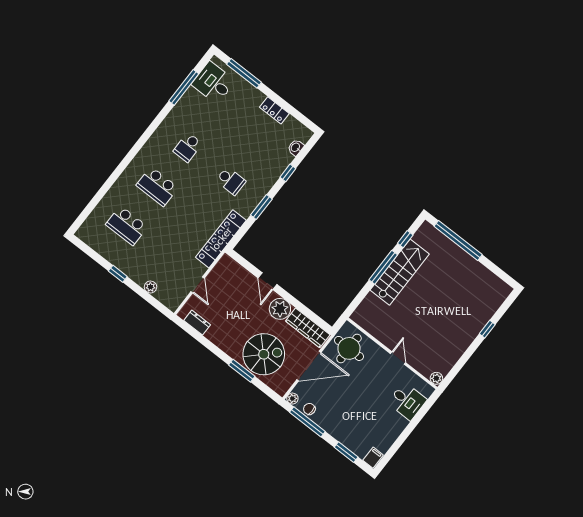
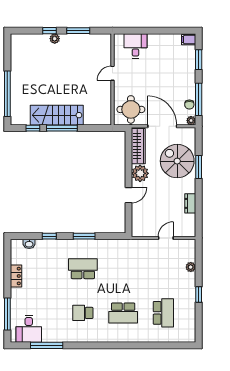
school desk: (188, 147) -> (83, 313), turned 180
school desk: (231, 181) -> (83, 269), width x1.85
school desk: (157, 186) -> (123, 313), turned 90
locker: (221, 239) -> (125, 246), removed
dresser: (197, 323) -> (190, 203), moved
window: (465, 357) -> (78, 31), added
plant: (436, 378) -> (55, 39), moved

